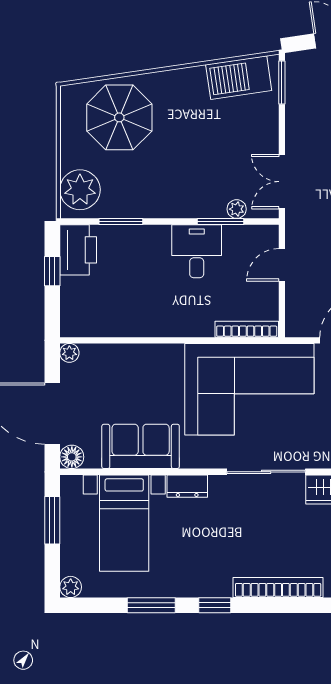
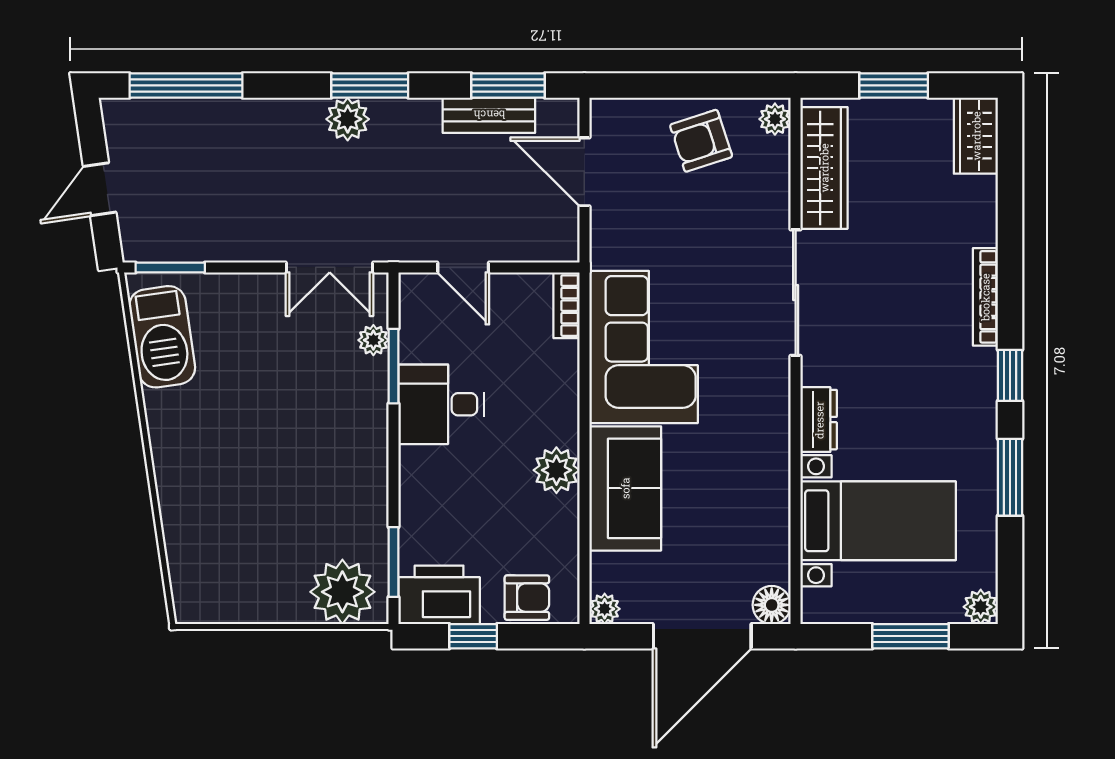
parasol: (119, 117) -> (226, 529), removed
window: (121, 222) -> (393, 562), moved
armchair: (76, 305) -> (527, 598), added
plant: (156, 323) -> (556, 470), added
bookcase: (247, 329) -> (566, 306), width x0.64
corner sofa: (249, 389) -> (644, 347), width x0.73, depth x0.74
sofa: (141, 446) -> (625, 488), moved, turned 180
window: (52, 520) -> (910, 636), moved
bookcase: (278, 587) -> (985, 297), width x0.68, depth x0.76

